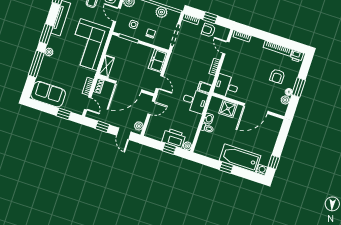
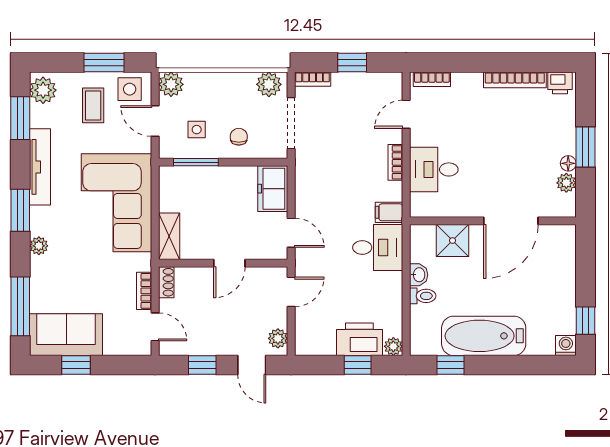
plant: (161, 12) -> (269, 84), moved
armchair: (208, 30) -> (357, 90), removed
door: (226, 48) -> (406, 114), hinge flipped
window: (36, 64) -> (20, 306), moved
armchair: (277, 76) -> (533, 138), removed
desk: (226, 86) -> (434, 169), moved
door: (129, 87) -> (229, 263), width x0.53
window: (64, 114) -> (76, 365), moved
bathtub: (240, 158) -> (484, 336), moved
window: (226, 168) -> (451, 365), moved

